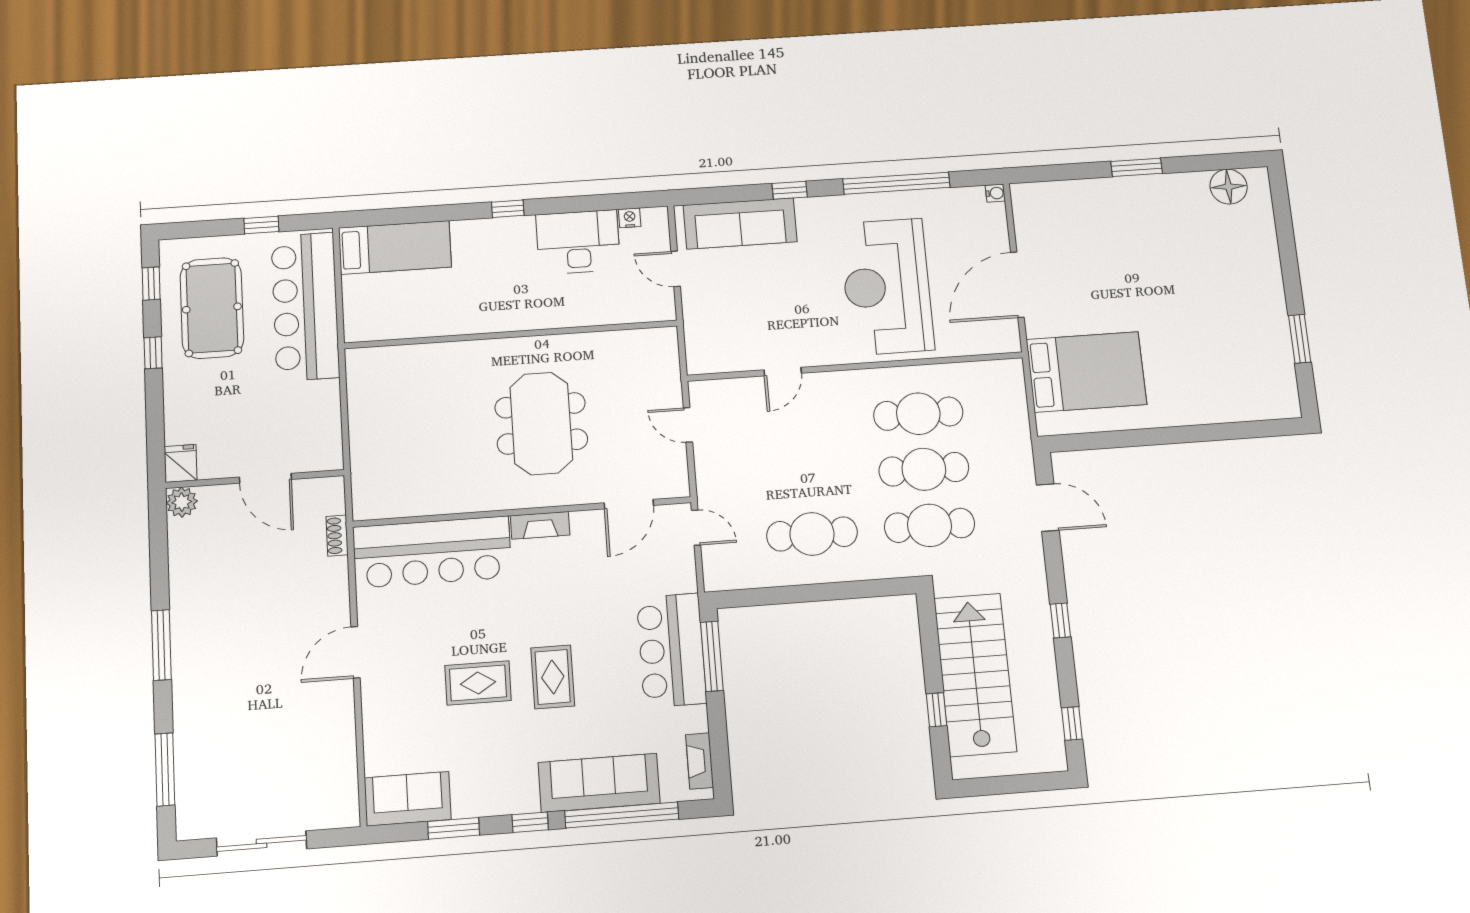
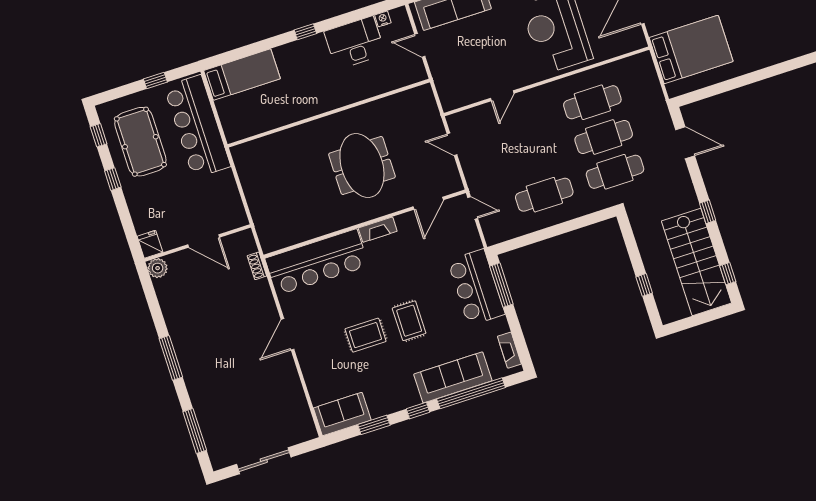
stairs: (975, 675) -> (696, 262), moved, turned 180

